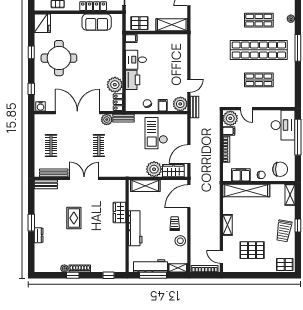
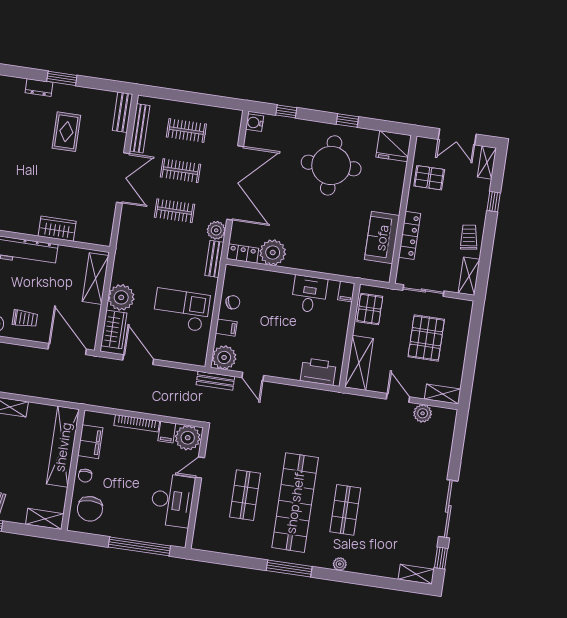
printer: (133, 80) -> (318, 372), moved, turned 180
desk: (283, 125) -> (172, 500), moved, turned -90
clothes rail: (75, 146) -> (180, 171), added
rug: (74, 218) -> (66, 132), moved, turned 90

